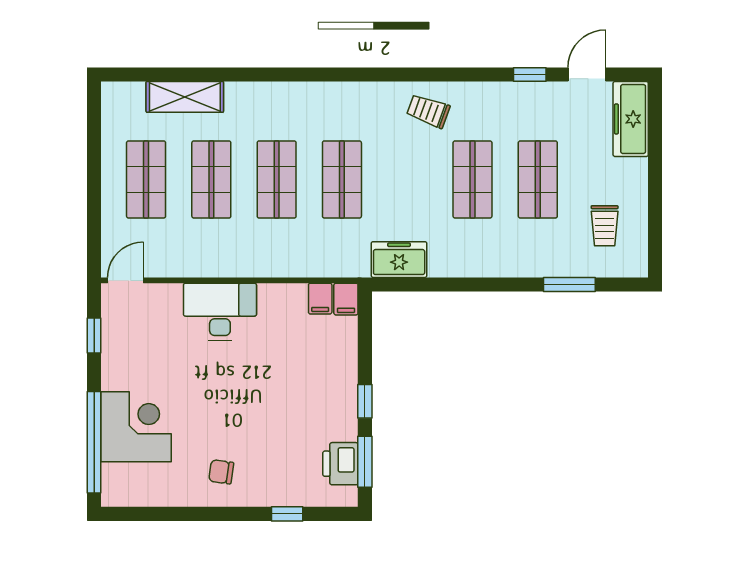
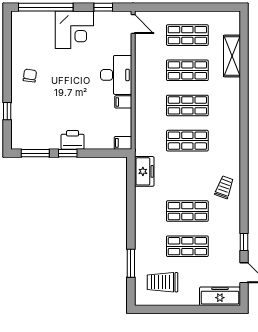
trolley: (605, 226) -> (162, 282), width x1.36, depth x1.39
filing cabinet: (320, 299) -> (123, 102), moved
corner desk: (136, 427) -> (74, 30), moved
printer: (340, 464) -> (73, 140), moved

